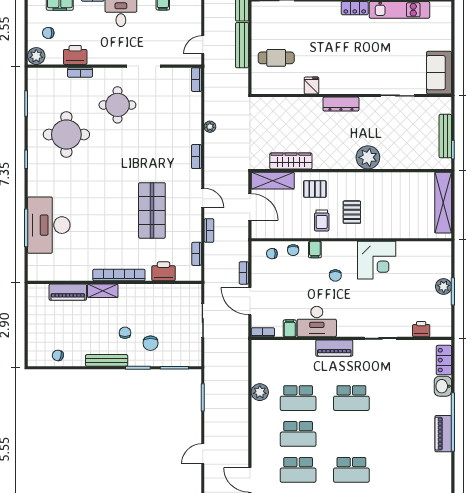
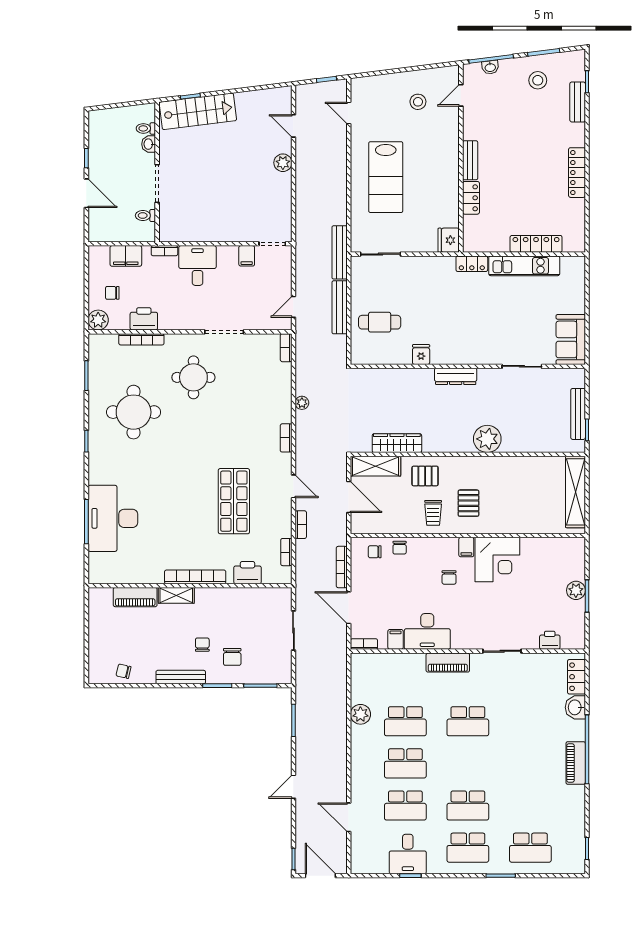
bookcase: (80, 72) -> (141, 339), width x1.56
filing cabinet: (315, 250) -> (466, 547), moved
bookcase: (244, 273) -> (342, 567), width x1.56

